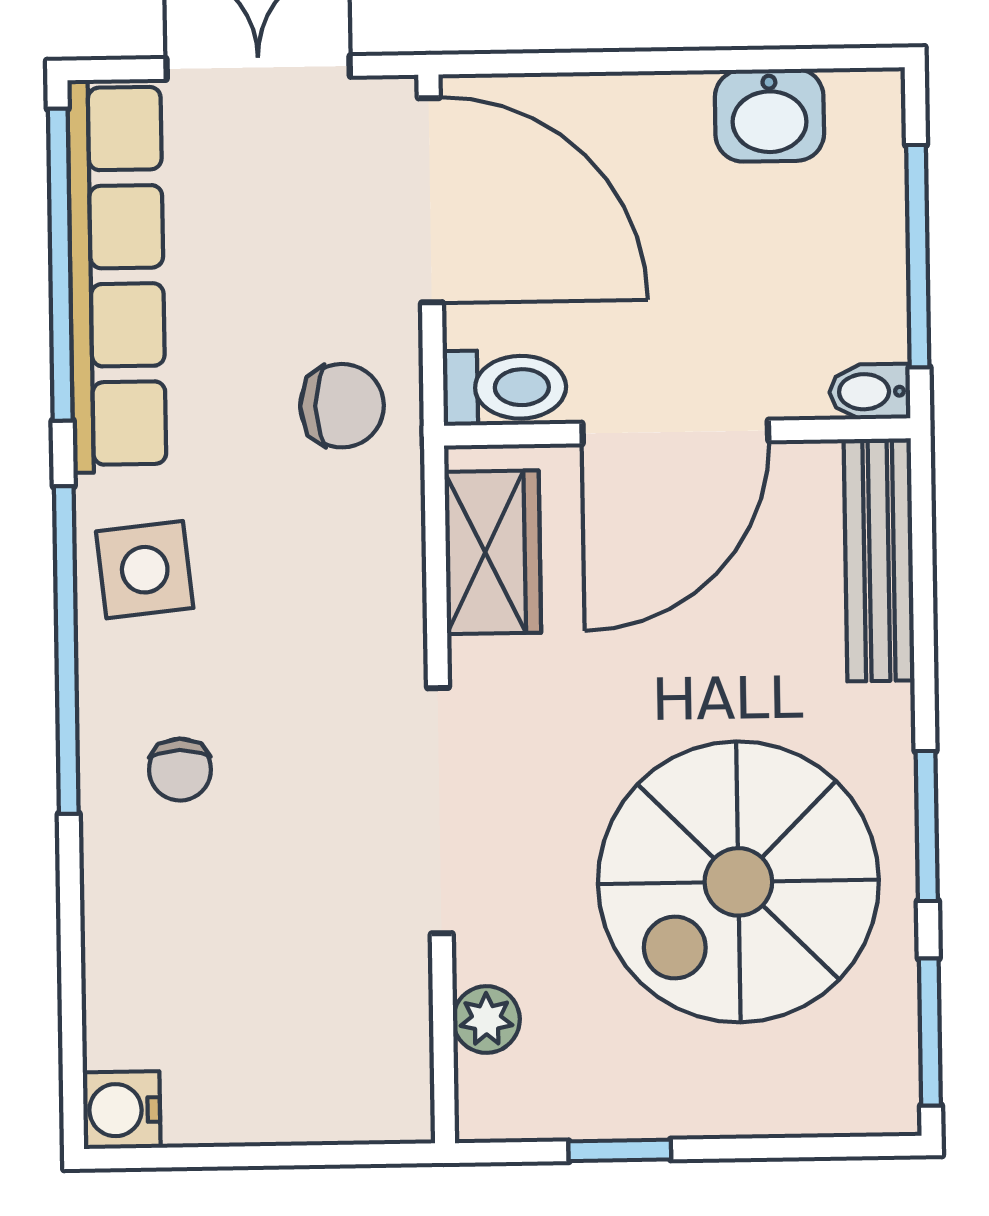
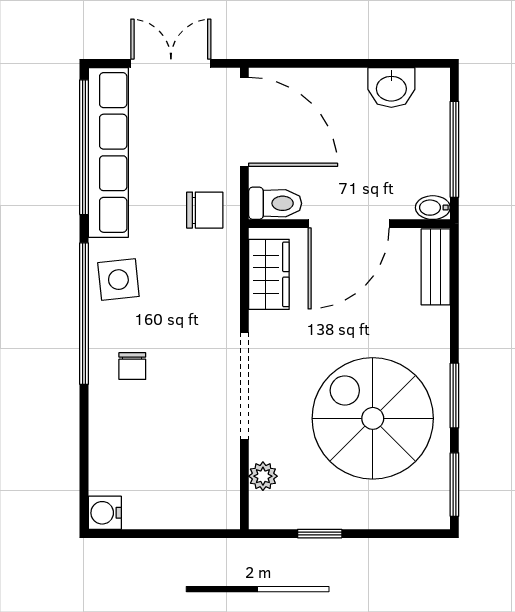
bench: (879, 561) -> (436, 267), width x0.73
spiral stairs: (738, 882) -> (373, 418), turned 90

